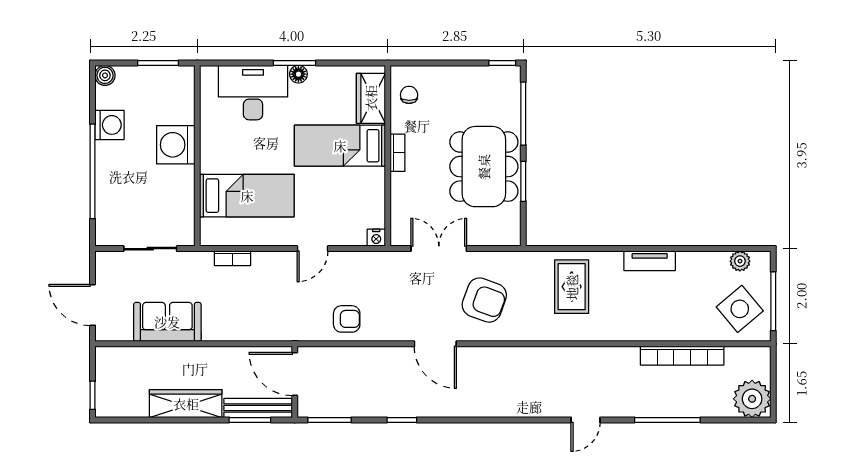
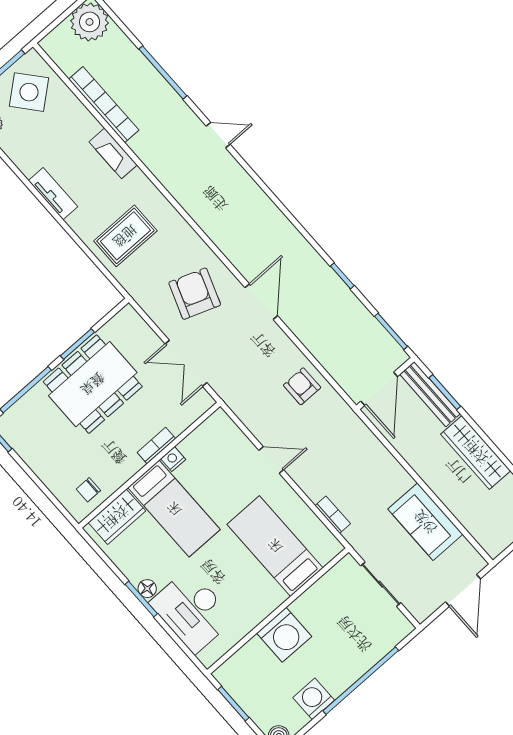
bookcase: (397, 153) -> (156, 446), moved
nightstand: (376, 238) -> (173, 459), moved, turned -90
fireplace: (640, 331) -> (113, 153), added

